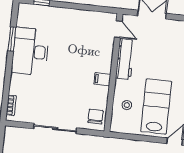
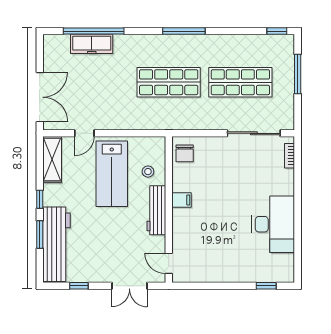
window: (12, 39) -> (298, 237), removed
workbench: (125, 59) -> (156, 210), moved
sliding door: (55, 128) -> (254, 133), moved

